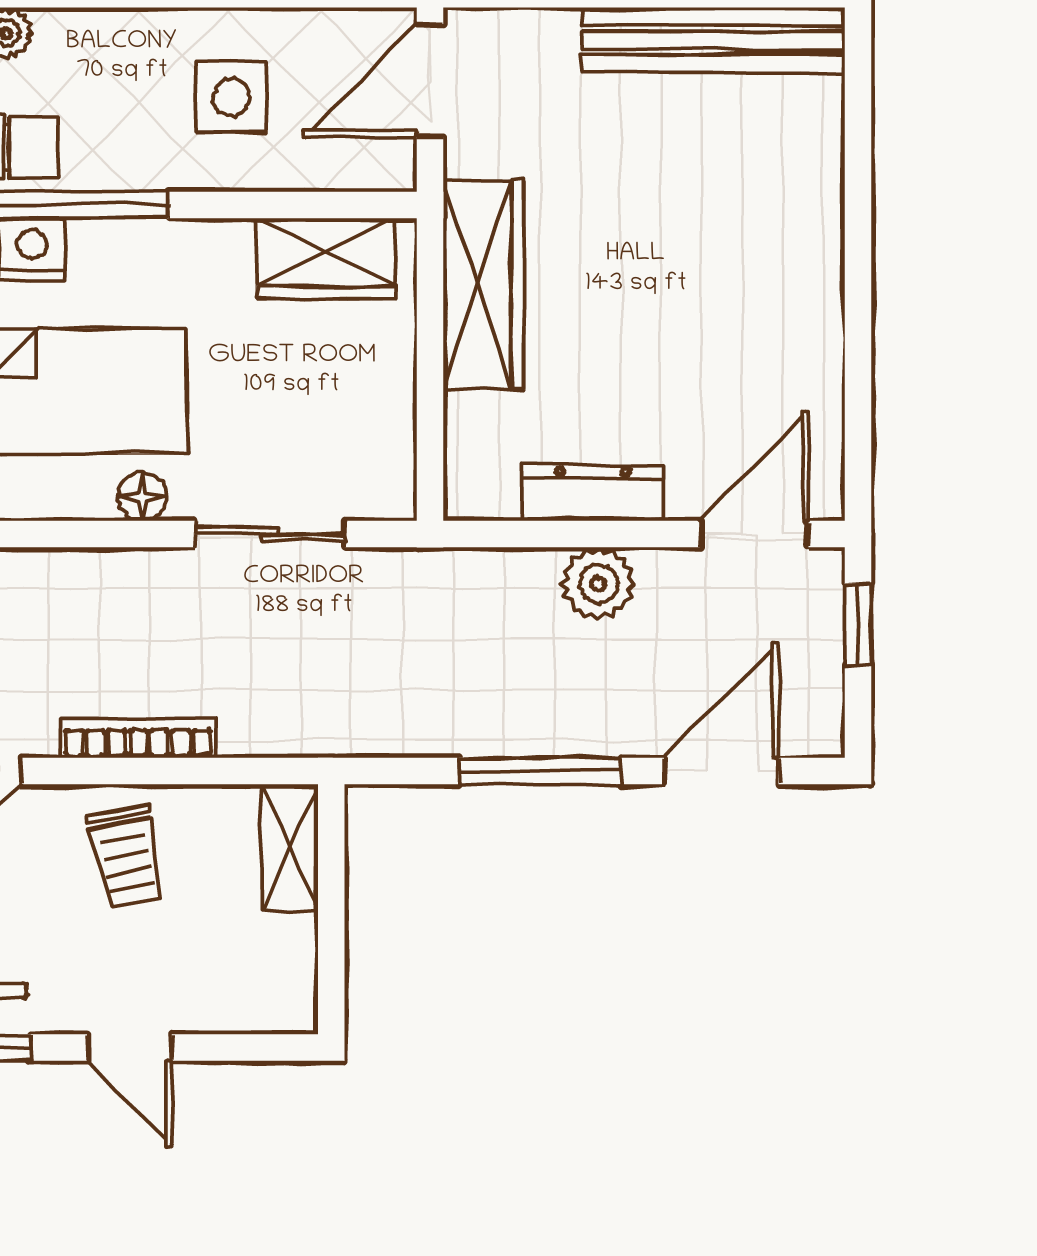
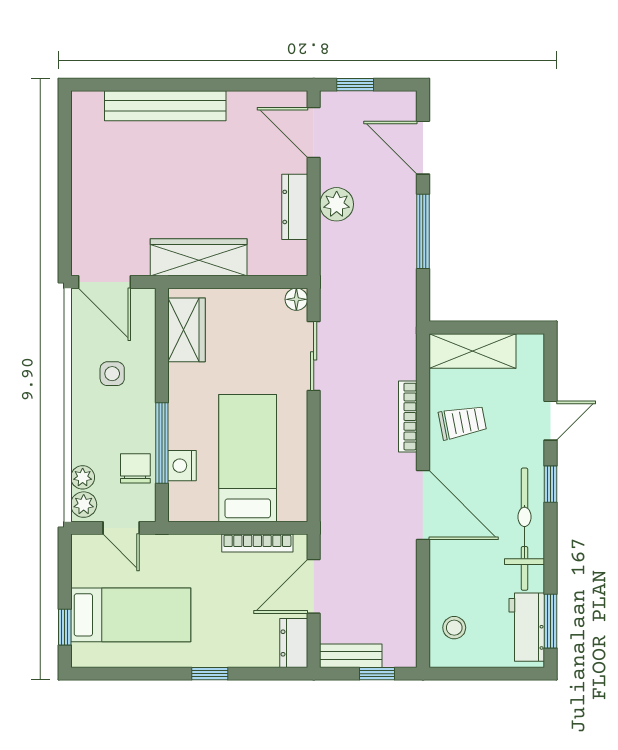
bench: (713, 40) -> (165, 106), moved, turned 90
side table: (231, 97) -> (112, 374), width x0.73, depth x0.73
floor lamp: (142, 497) -> (296, 299), moved
shelving: (290, 847) -> (472, 351), width x1.50, depth x1.33

